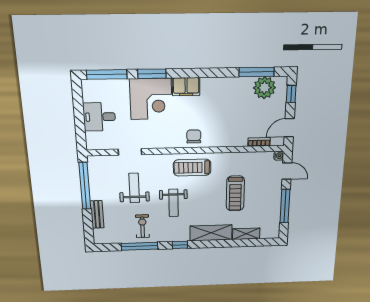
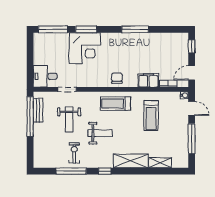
window: (257, 72) -> (135, 29), moved
filing cabinet: (186, 87) -> (148, 80), moved, turned 180
plant: (264, 88) -> (171, 41), removed
desk: (99, 117) -> (45, 76), moved
weight bench: (134, 188) -> (69, 119), turned 180
treadmill: (235, 193) -> (151, 116), moved
weight bench: (173, 203) -> (100, 133), turned -90
bench: (97, 214) -> (38, 110), moved

